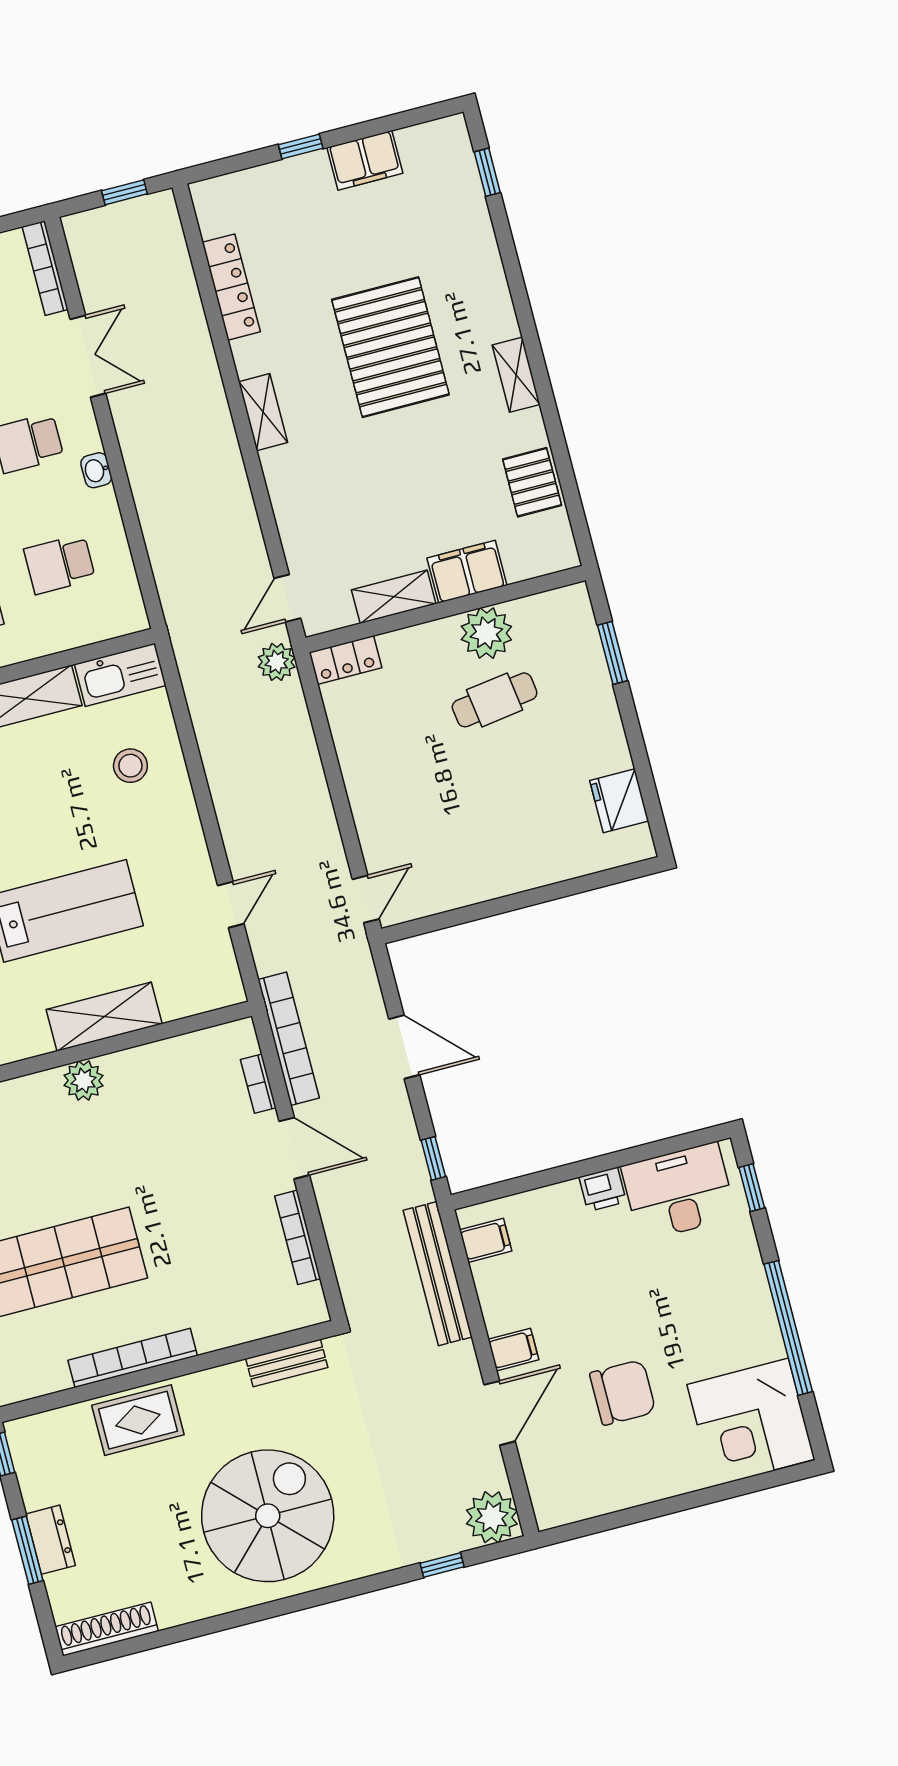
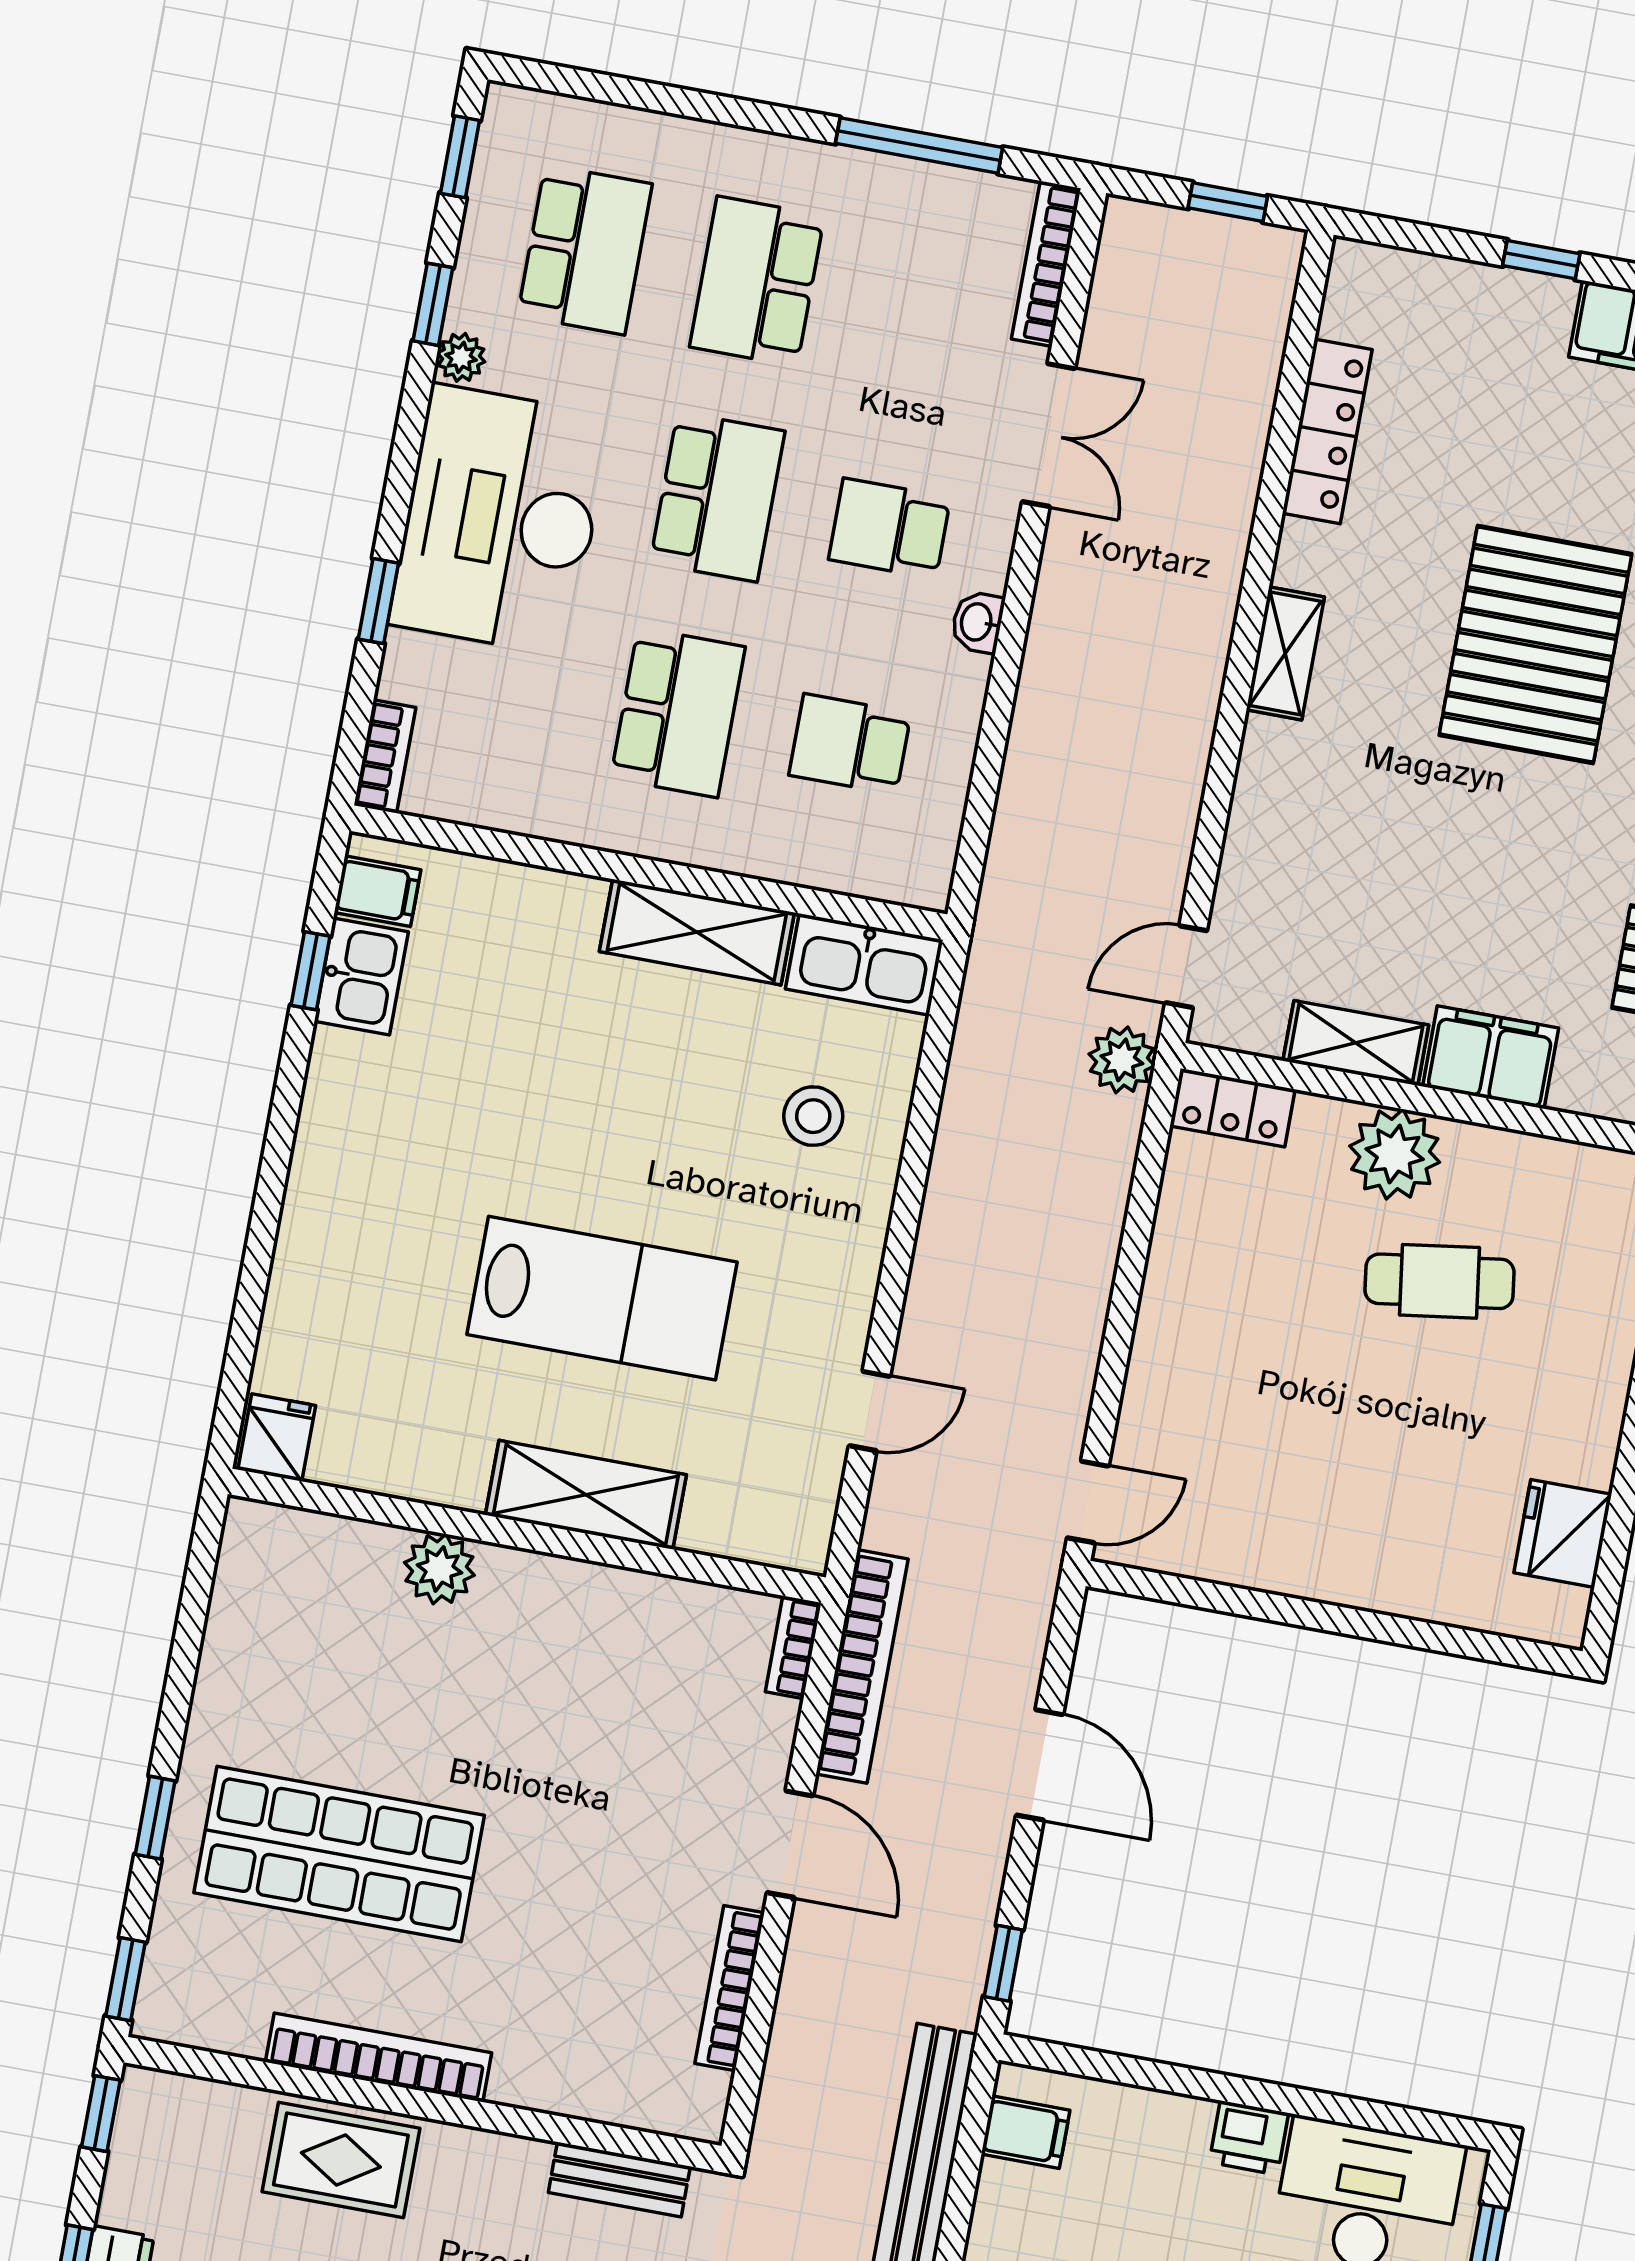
plant: (486, 633) -> (1395, 1154), moved
plant: (84, 1081) -> (439, 1569), moved
bookcase: (258, 1084) -> (793, 1647), moved

